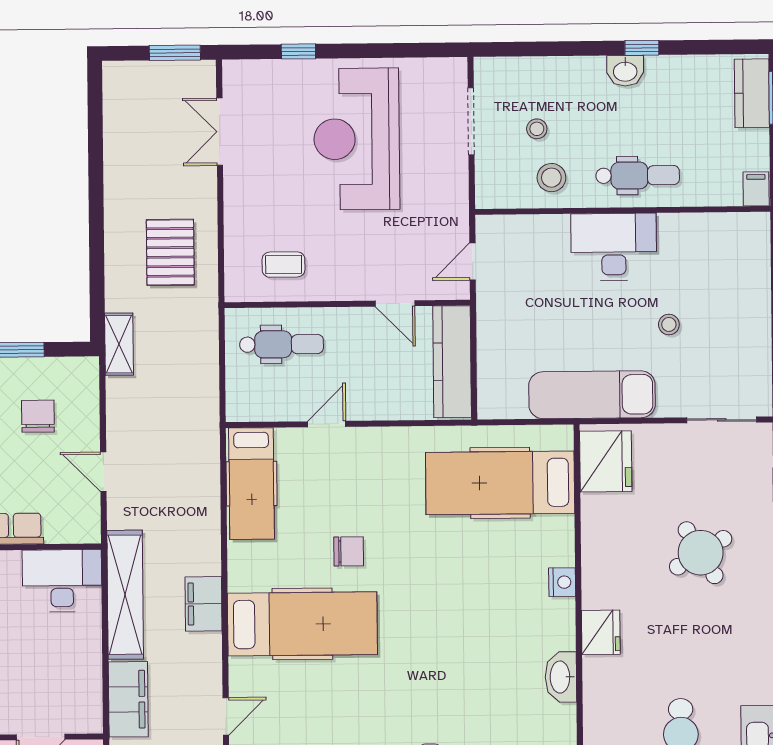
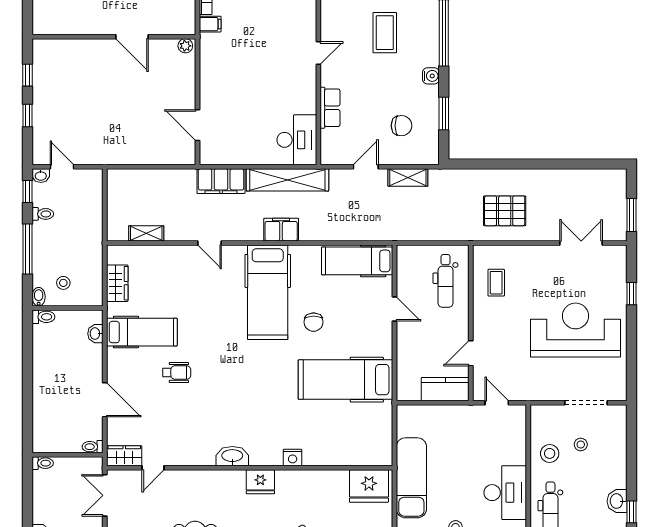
shelving: (119, 344) -> (408, 178), moved
kitchen counter: (452, 362) -> (445, 389), width x0.67
hospital bed: (500, 483) -> (346, 380), moved, turned -90

